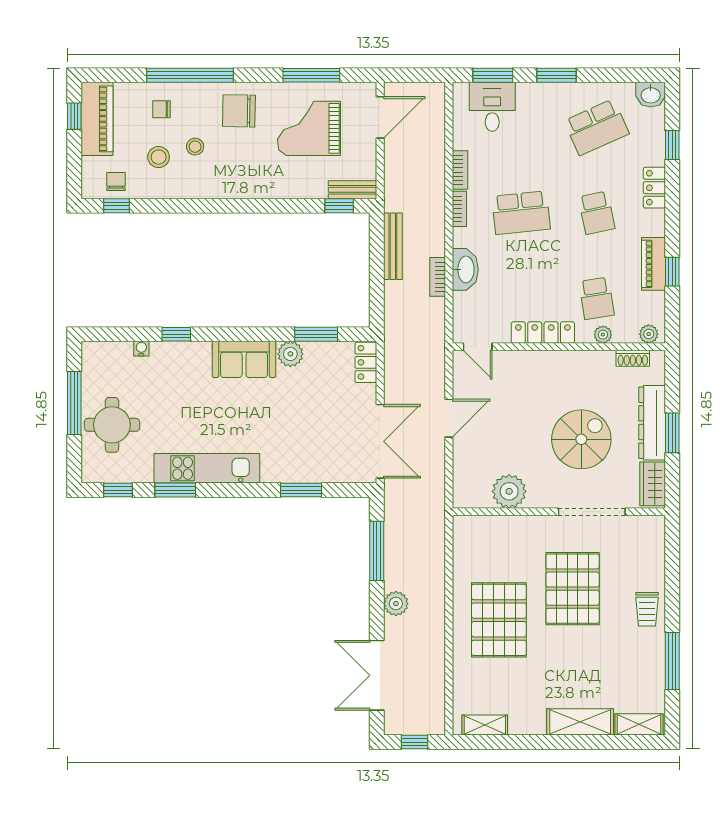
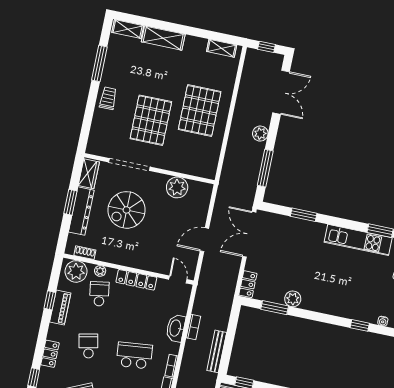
plant: (649, 334) -> (76, 271), width x1.88, depth x1.88
sofa: (244, 359) -> (322, 301), removed

